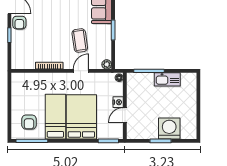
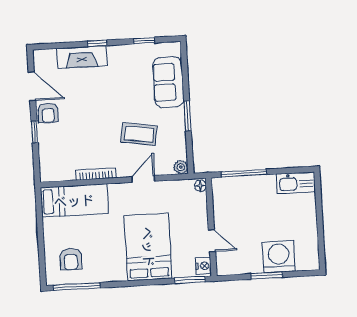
coffee table: (80, 40) -> (139, 134), turned -73
kitchen sink: (167, 79) -> (296, 183), moved
nightstand: (118, 102) -> (203, 266), moved
door: (125, 115) -> (212, 241), swing flipped
bed: (55, 117) -> (74, 201), moved, turned 90

